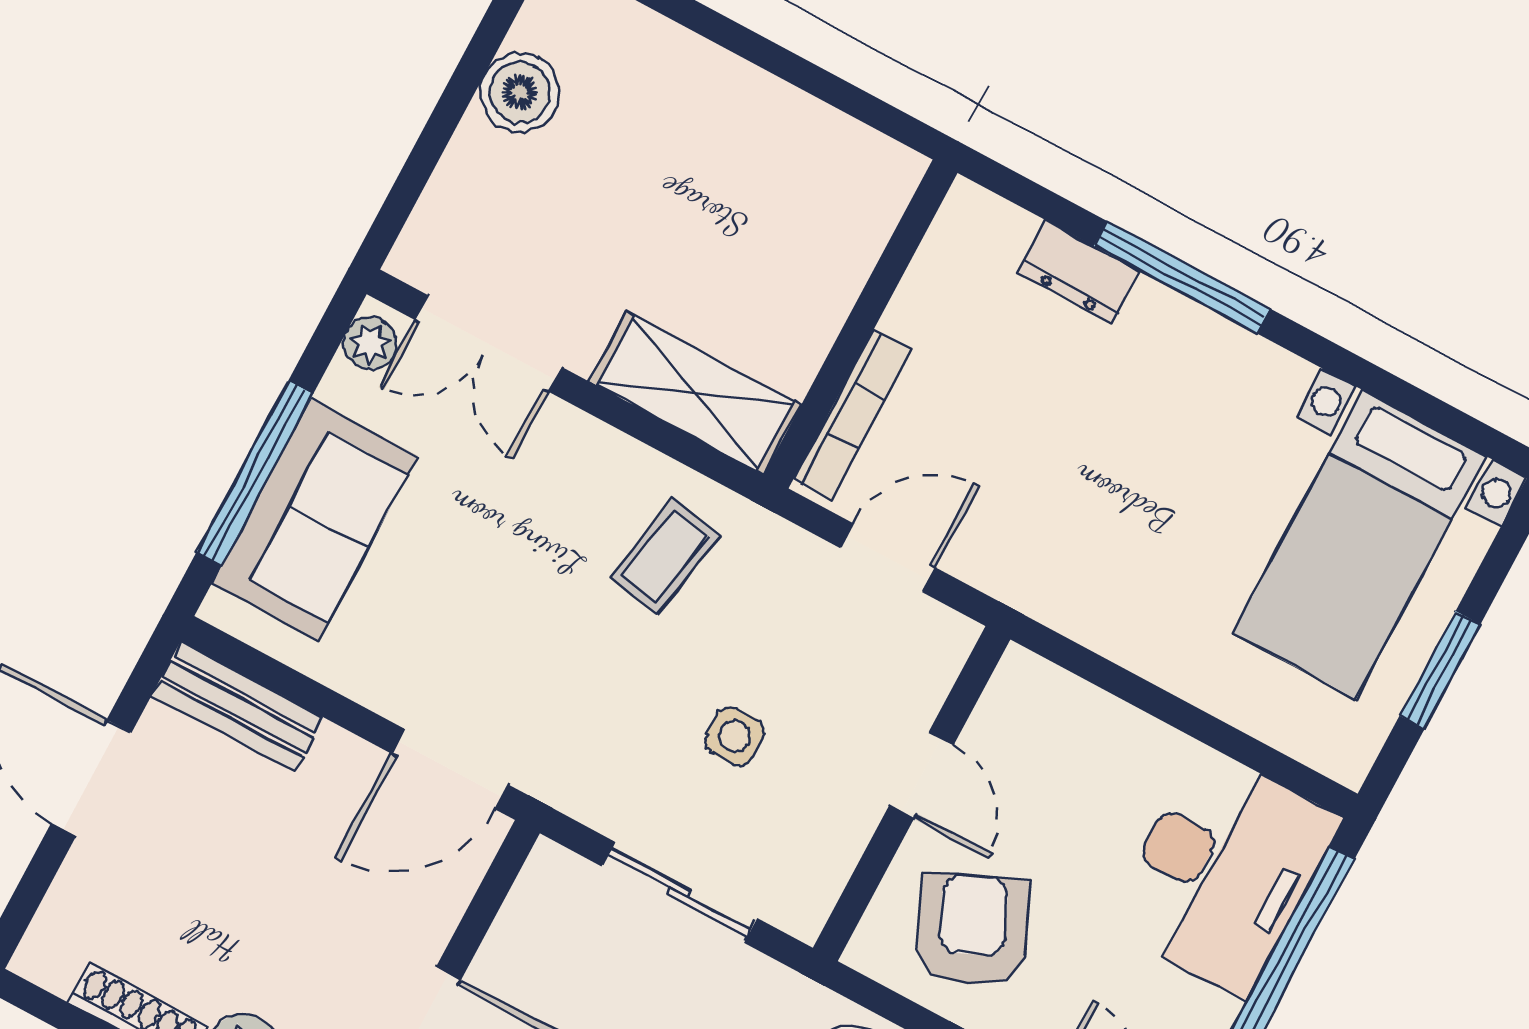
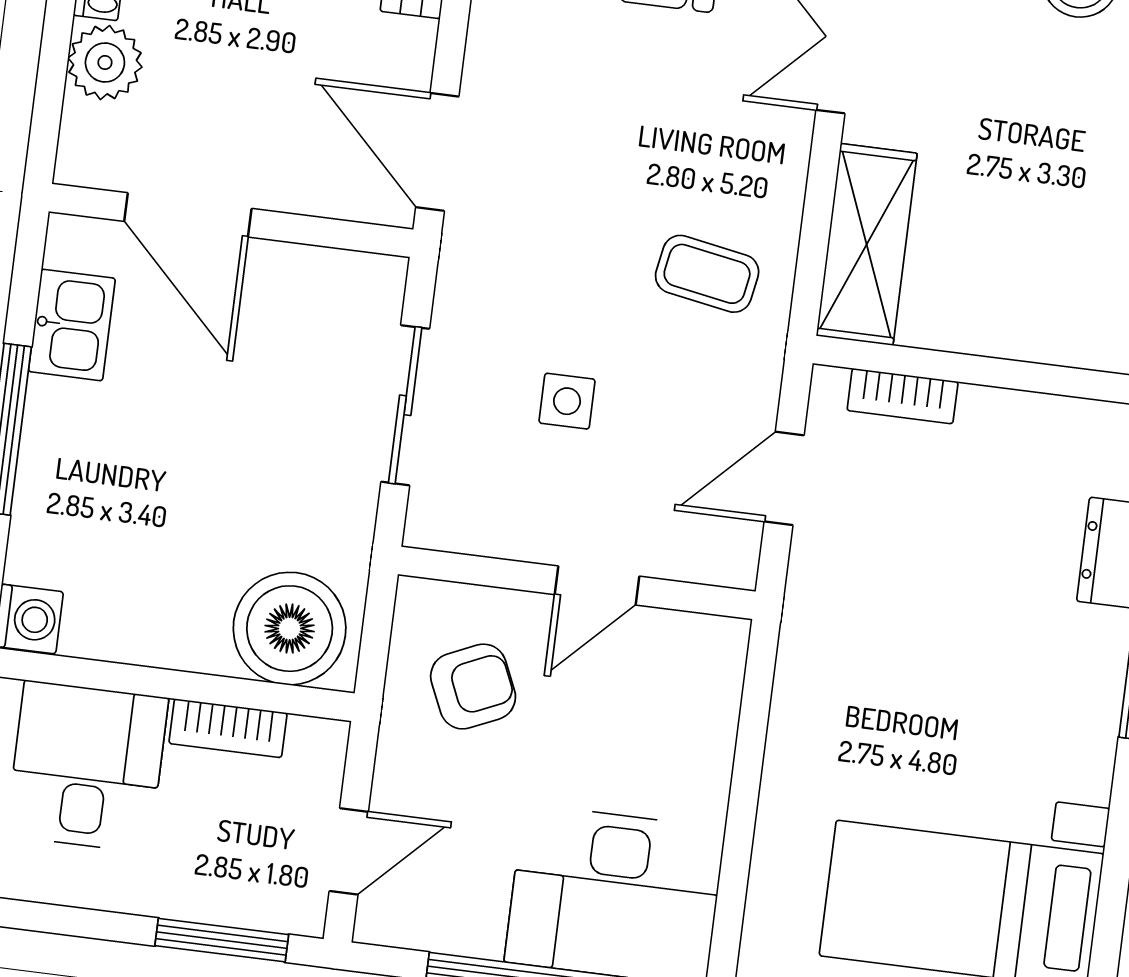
bookcase: (853, 415) -> (903, 396), width x0.64
door: (888, 558) -> (784, 478), swing flipped
armchair: (972, 930) -> (473, 687), width x0.72, depth x0.72

